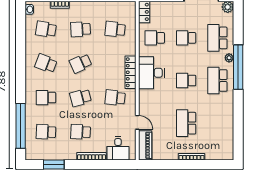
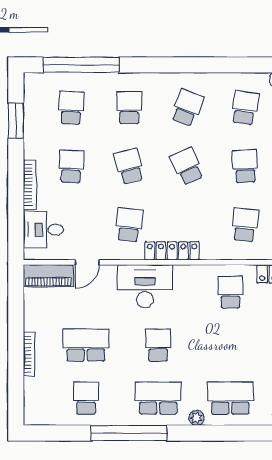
school desk: (186, 38) -> (86, 398), moved
window: (238, 67) -> (129, 433), moved
desk: (151, 73) -> (145, 286), moved

